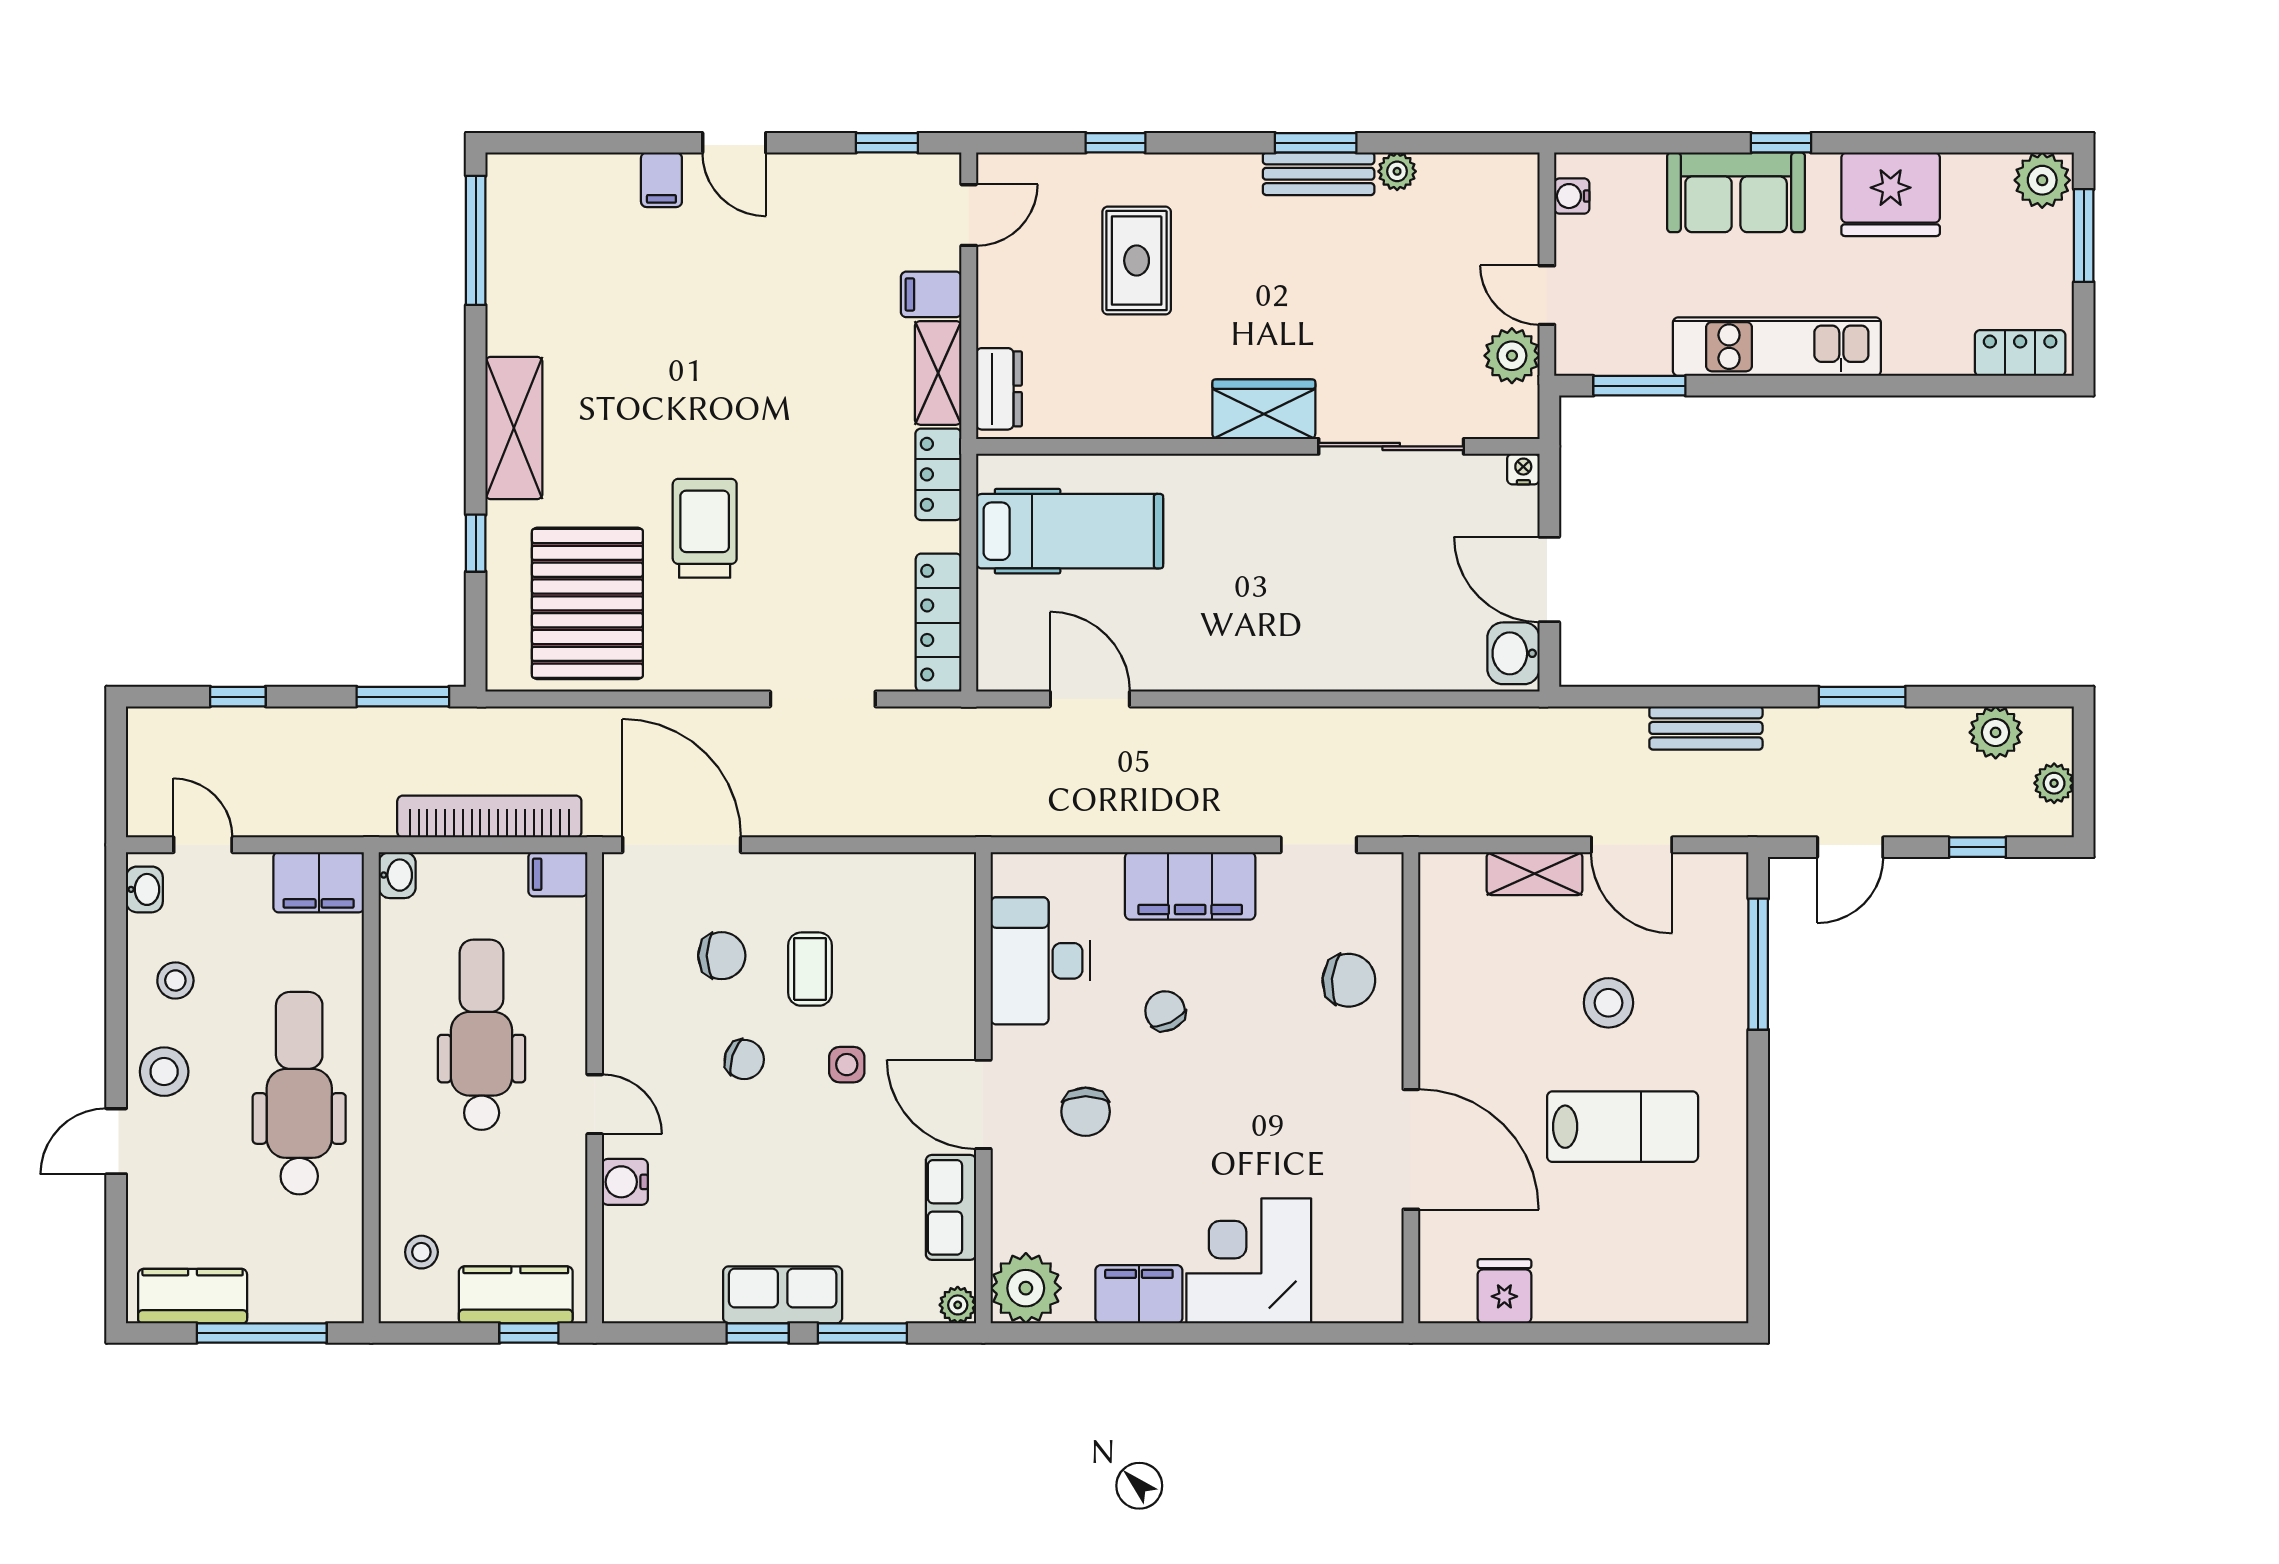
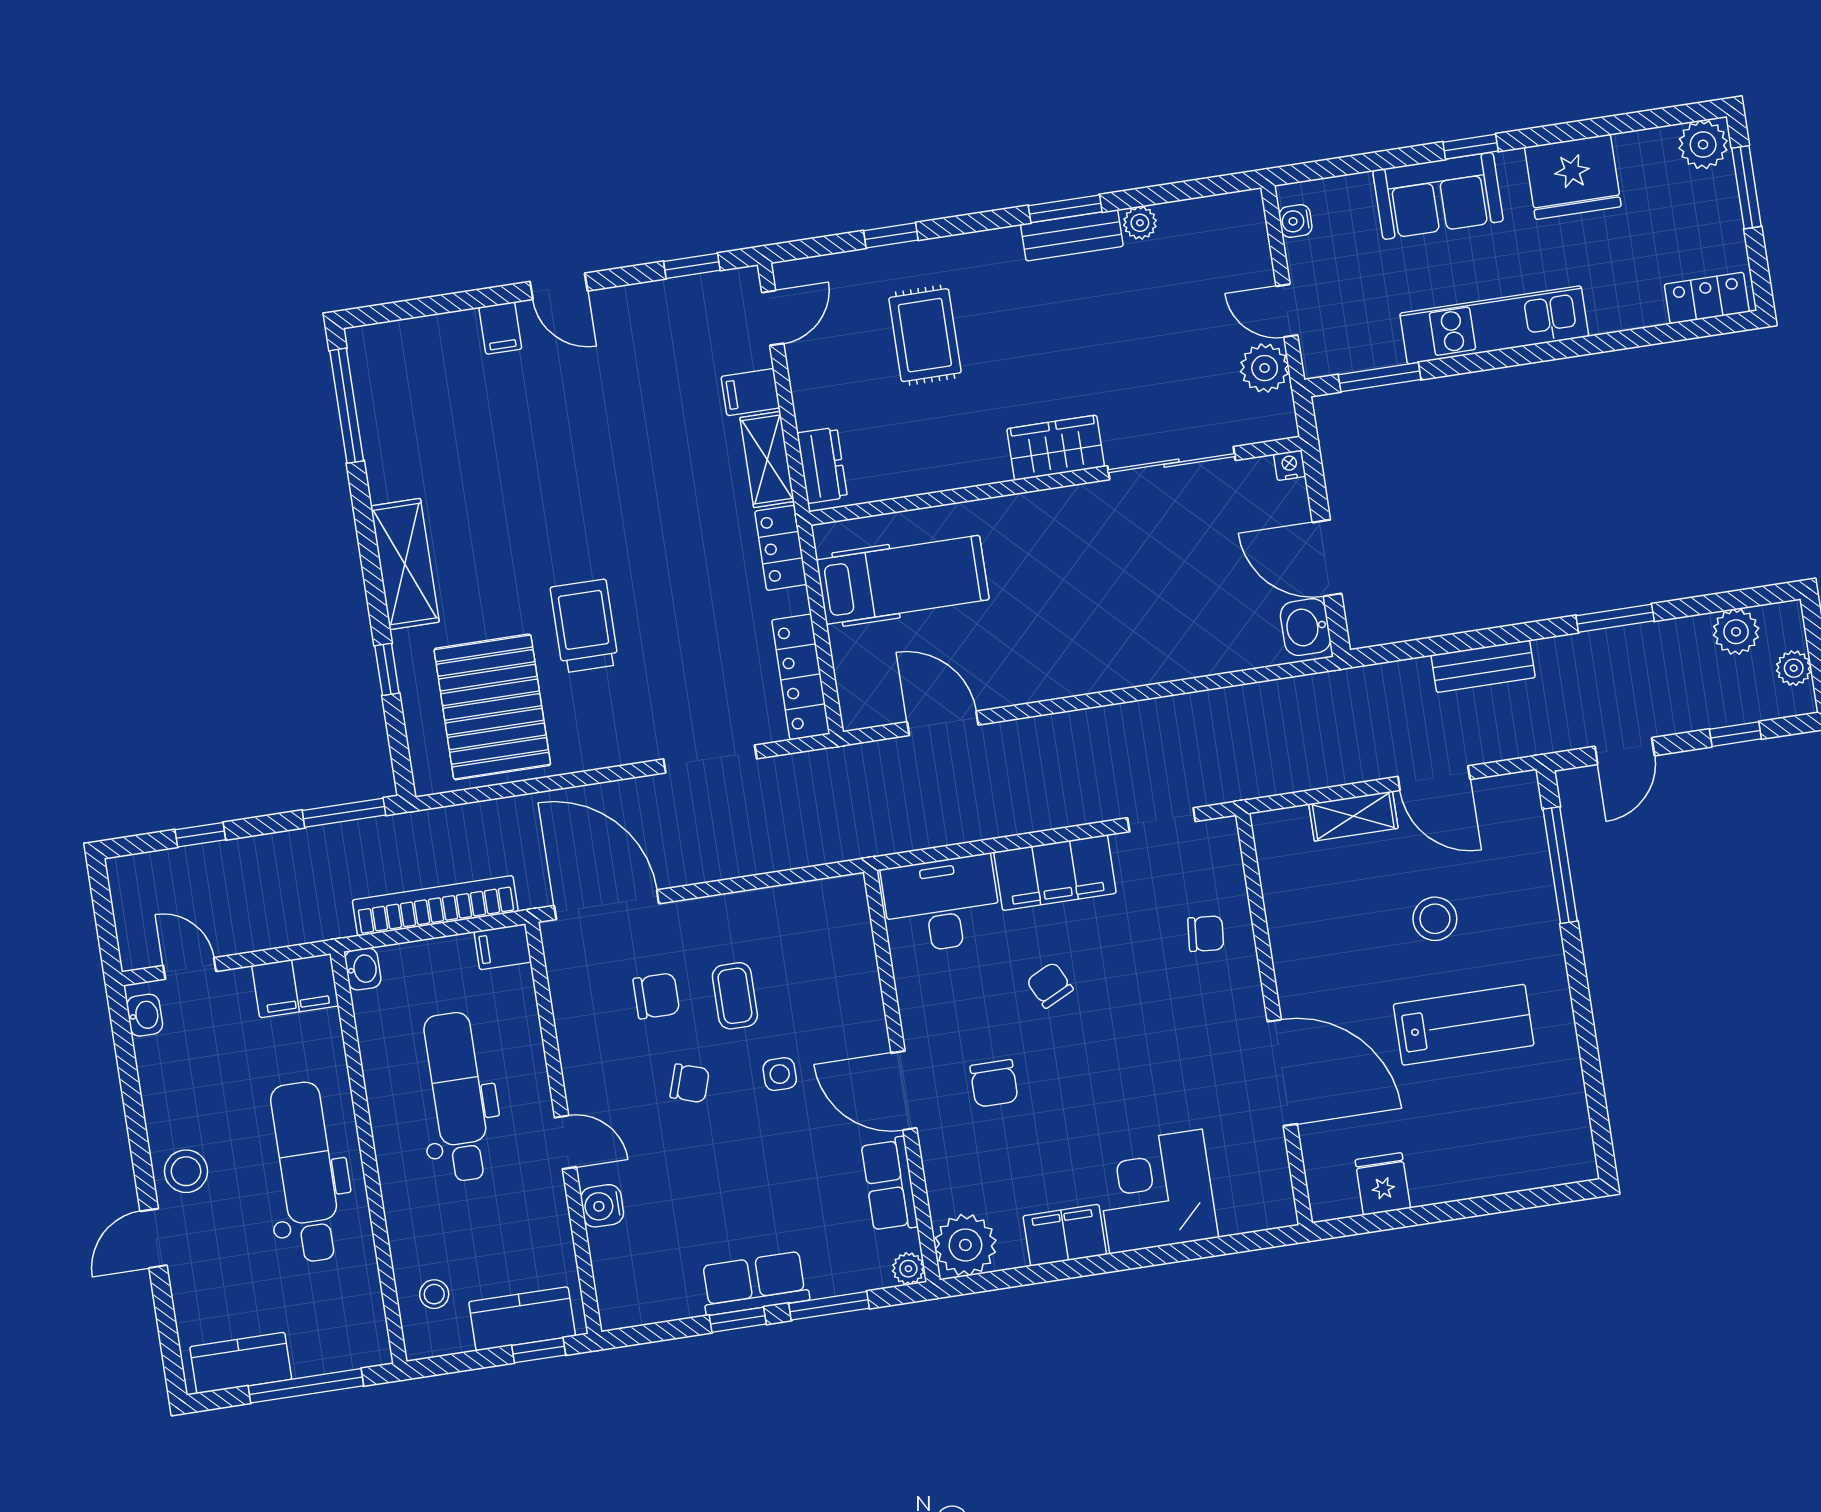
desk: (1041, 961) -> (942, 904), moved, turned 90
stool: (175, 980) -> (184, 1090), removed
chair: (1349, 980) -> (1206, 934), width x0.73, depth x0.73

